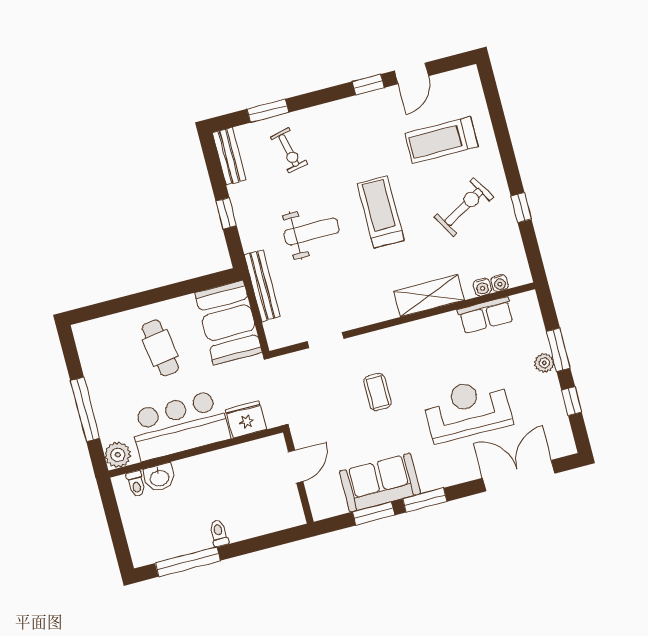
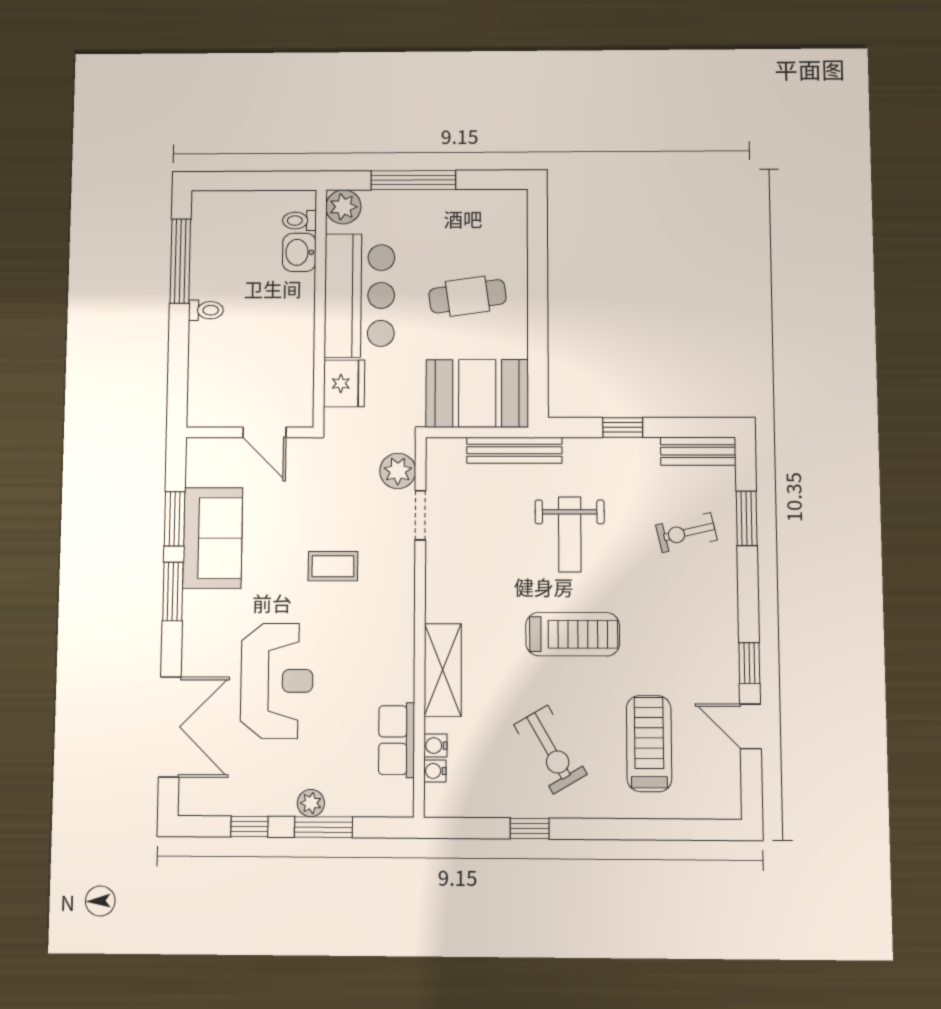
plant: (298, 364) -> (398, 471), added

